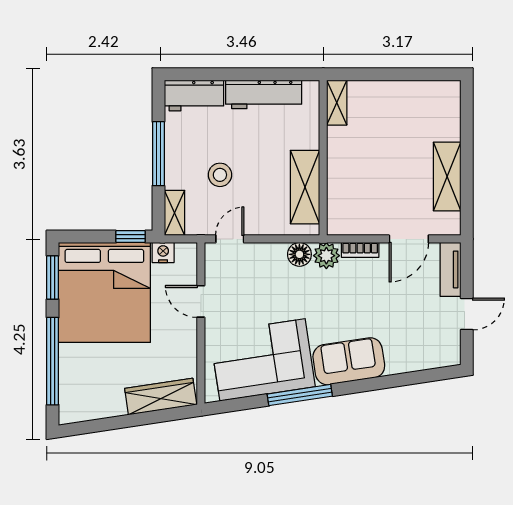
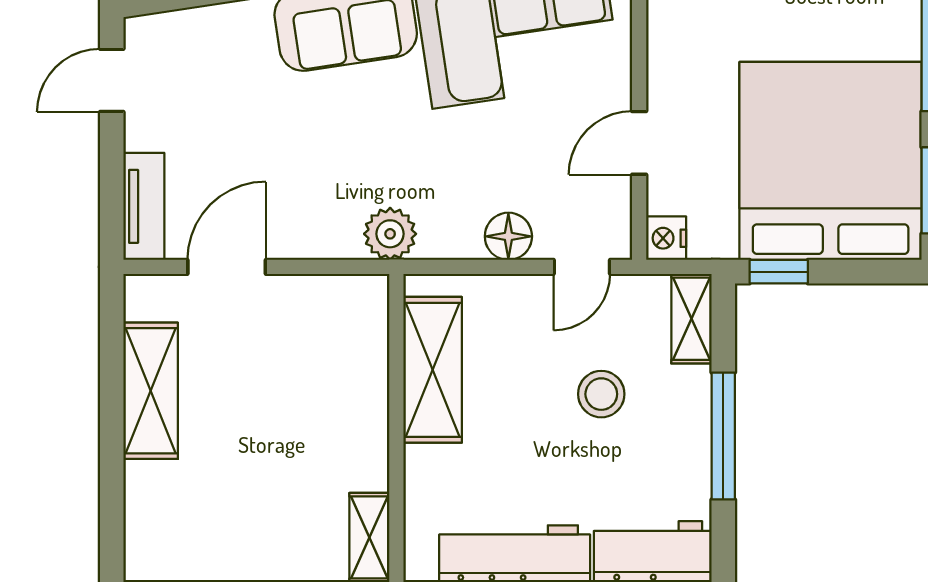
bookcase: (360, 250) -> (323, 245), removed
nightstand: (163, 253) -> (666, 238), moved, turned 90
floor lamp: (299, 254) -> (508, 236), moved
door: (201, 301) -> (639, 143), swing flipped
door: (467, 314) -> (112, 80), moved

